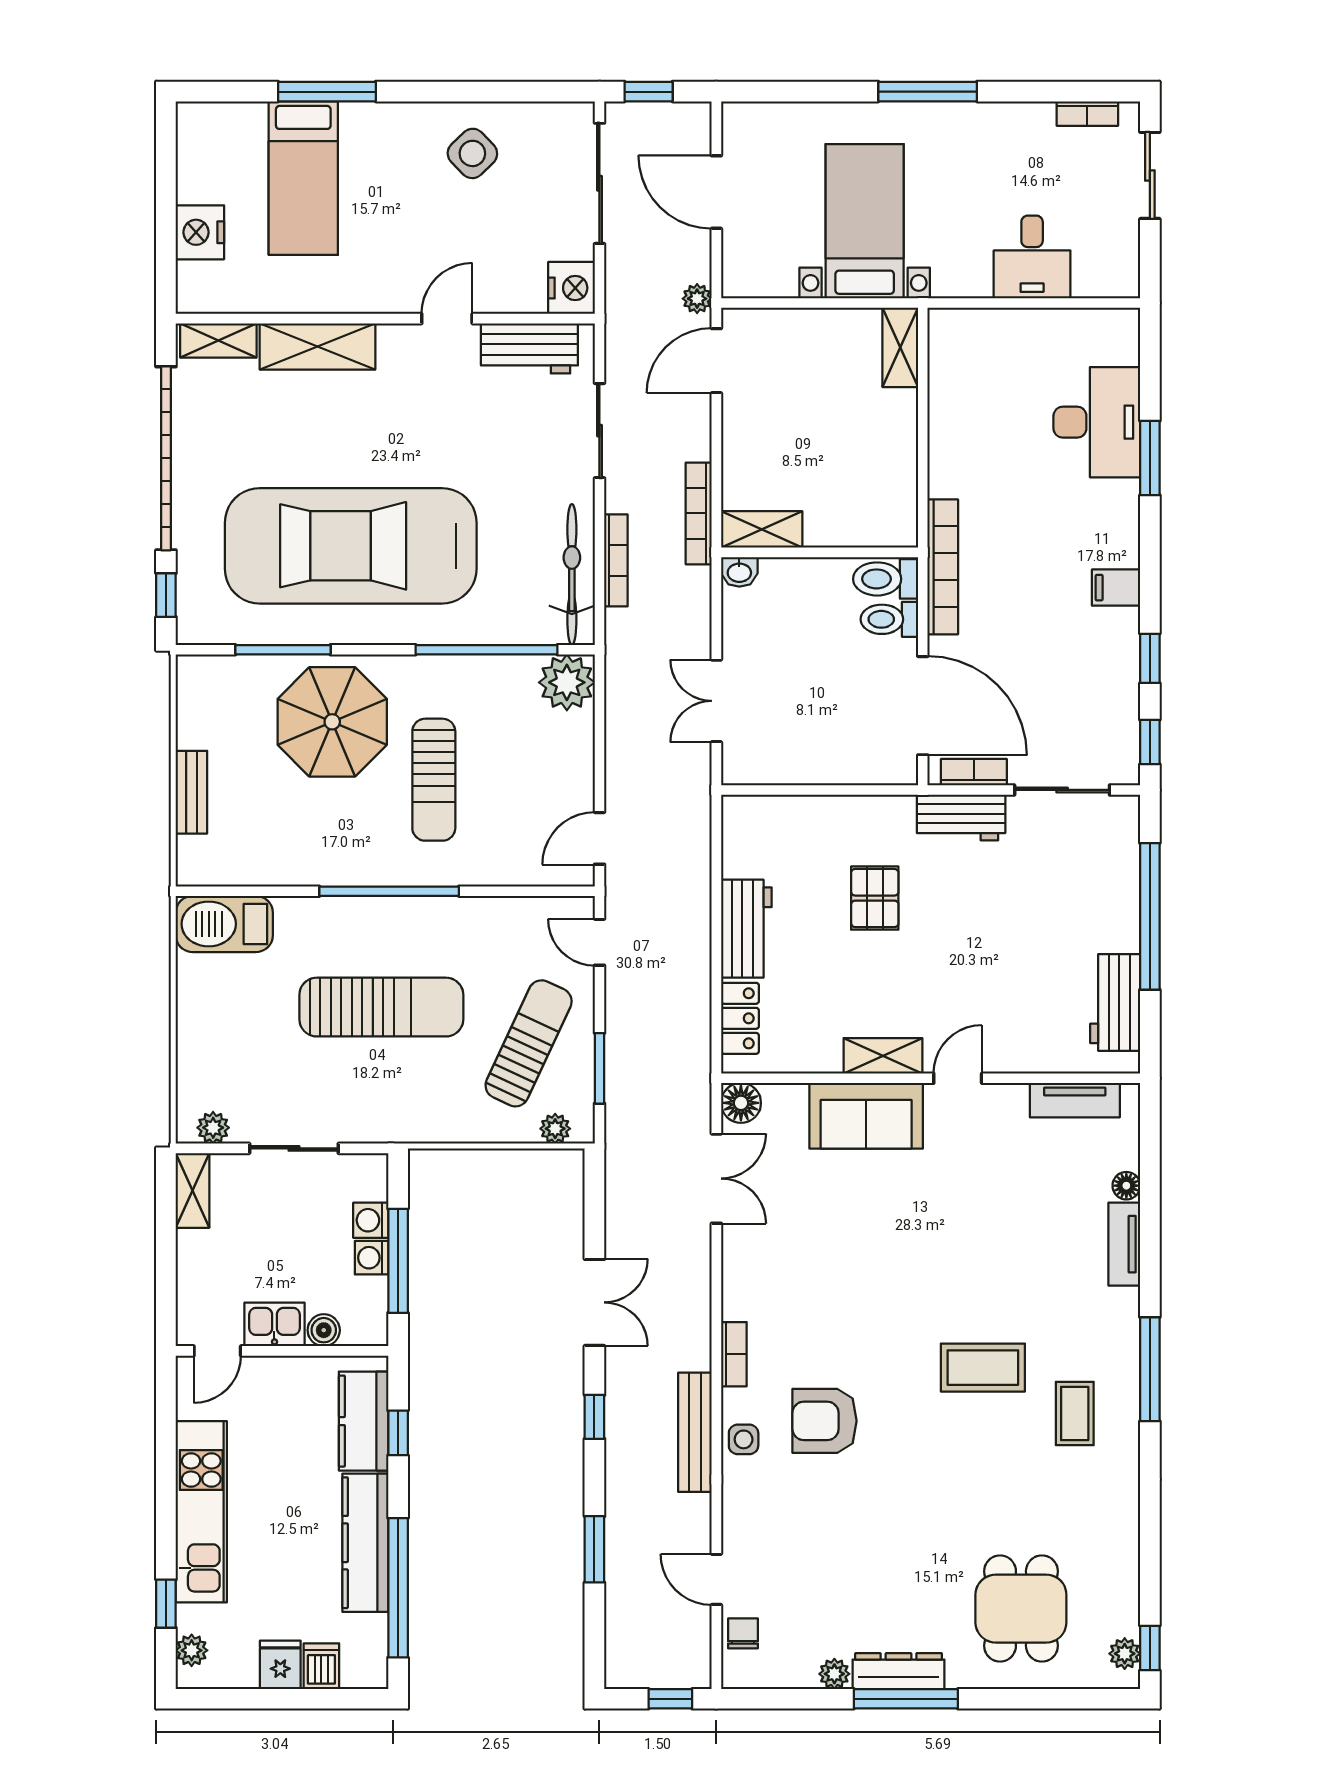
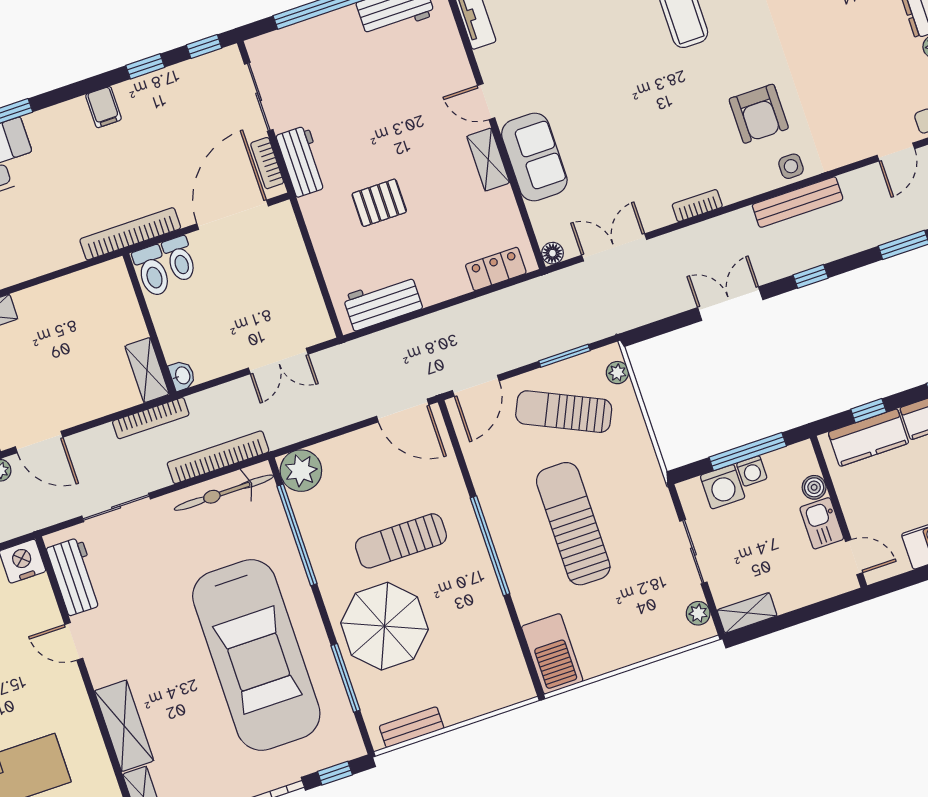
bookcase: (616, 560) -> (218, 457), width x1.48, depth x1.31
sun lounger: (434, 780) -> (401, 541), turned 180
bench: (191, 792) -> (412, 727), moved
door: (599, 838) -> (403, 411), width x1.38
workbench: (746, 929) -> (383, 302), moved
door: (599, 942) -> (476, 386), width x1.38
floor lamp: (741, 1103) -> (553, 253), width x0.73, depth x0.73
washing machine: (371, 1220) -> (723, 487), width x1.38, depth x1.38
bookcase: (734, 1354) -> (697, 206), moved

